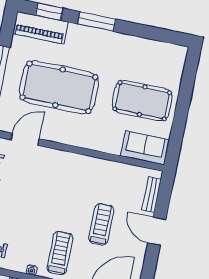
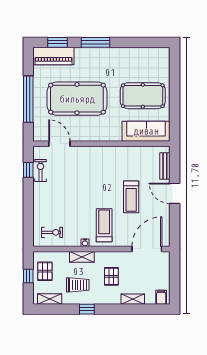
door: (25, 139) -> (59, 144), hinge flipped
sofa: (145, 148) -> (146, 131), width x1.36
treadmill: (101, 224) -> (131, 197), turned 180

